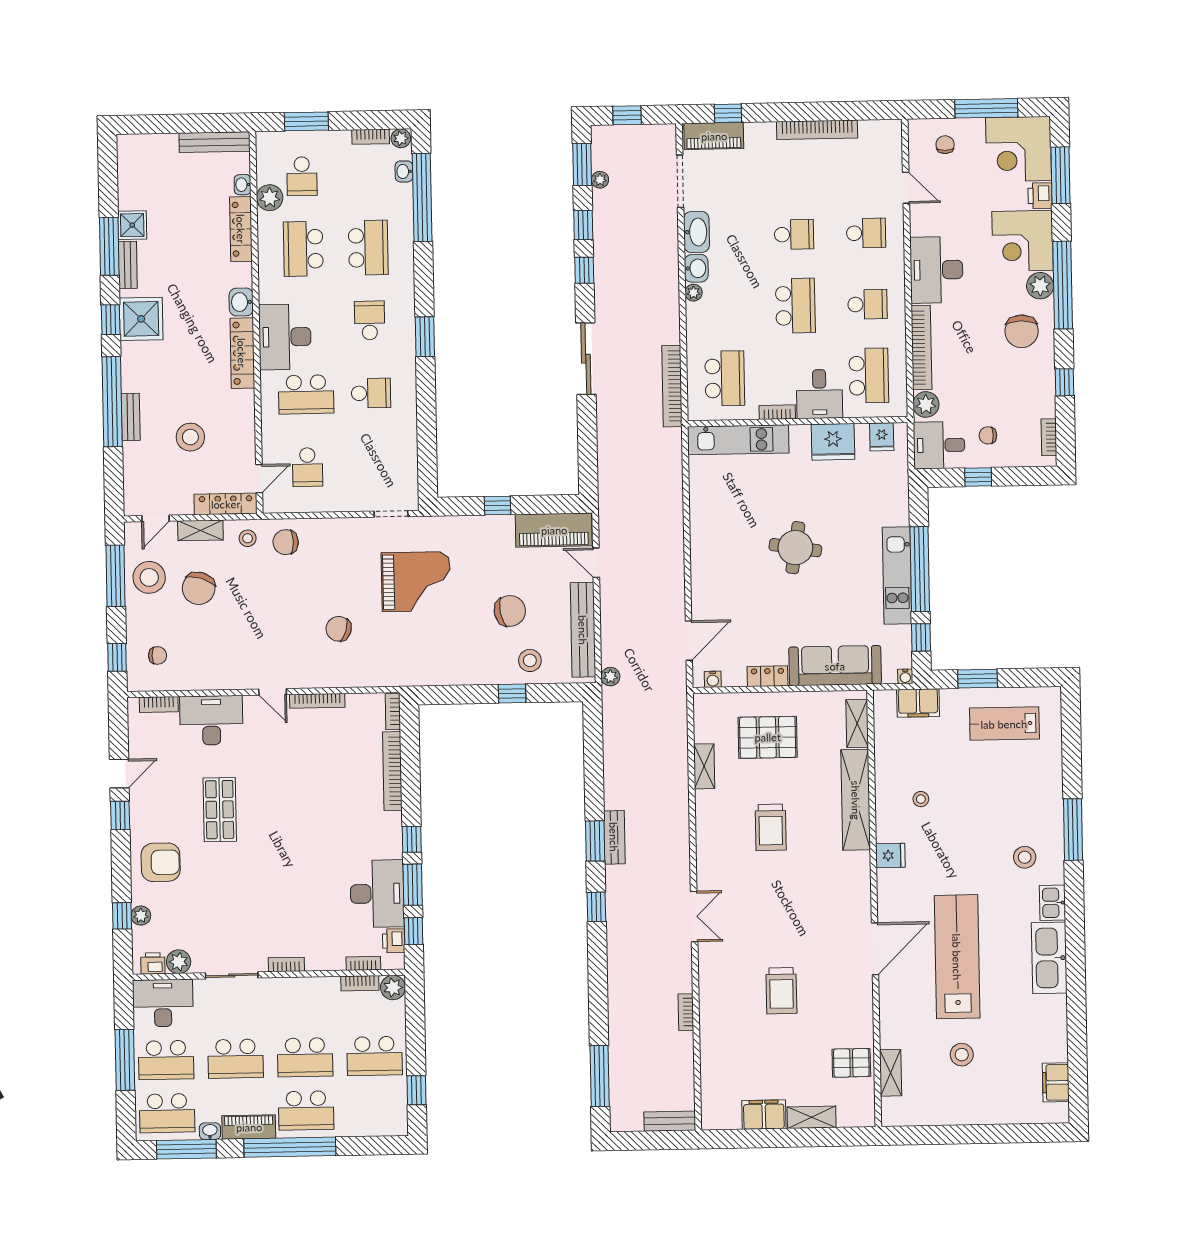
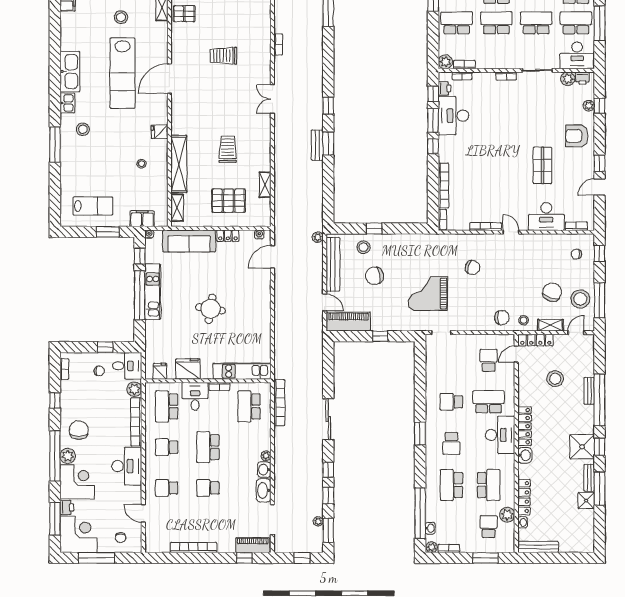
trolley: (781, 991) -> (223, 56), turned -90

